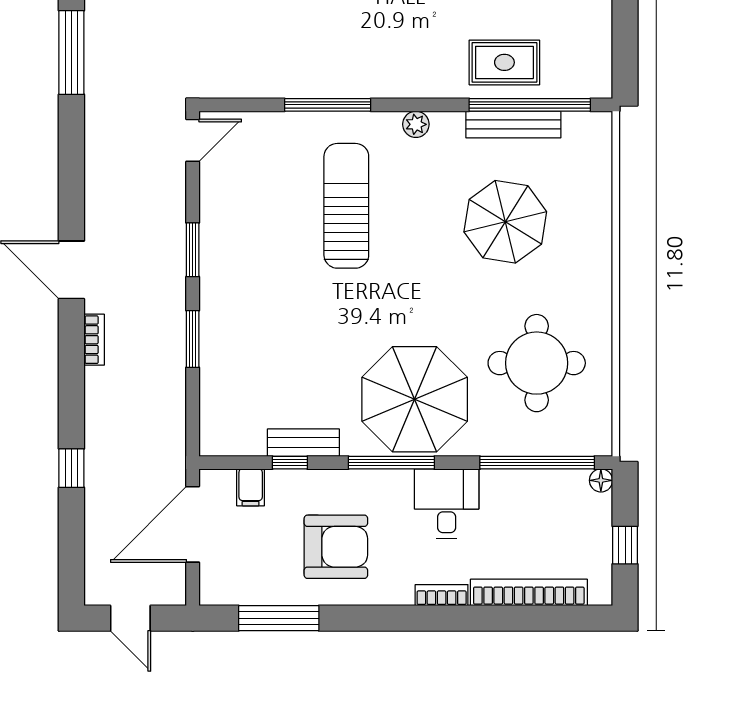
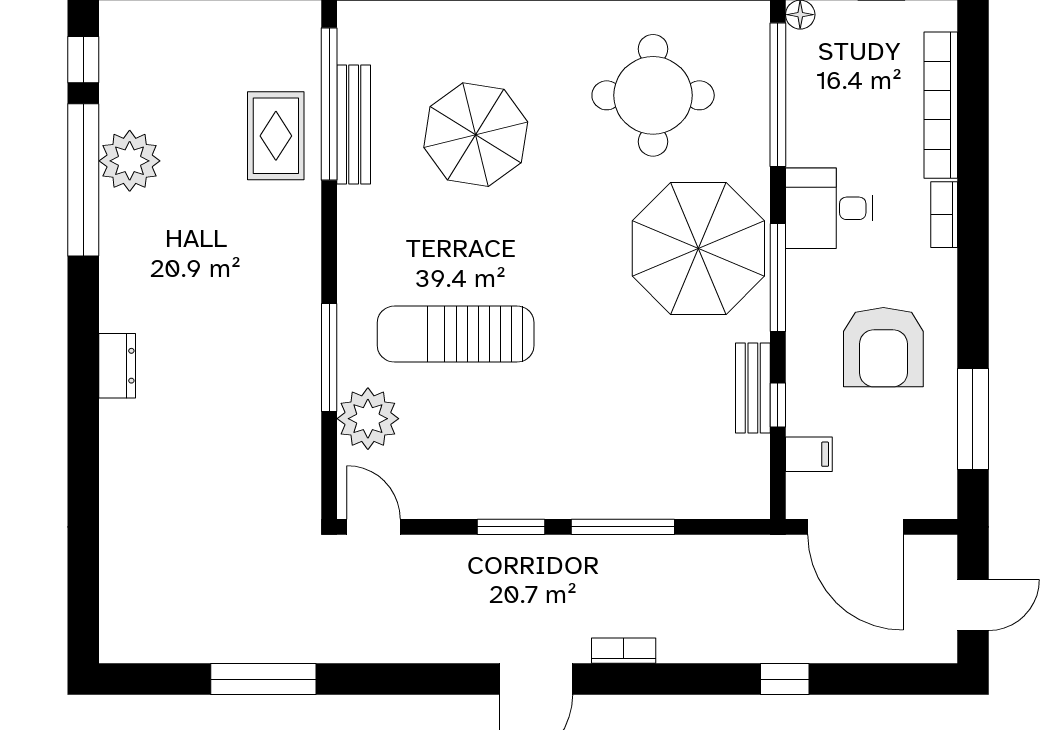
plant: (416, 124) -> (368, 419), moved, width x1.88, depth x1.88
window: (193, 339) -> (623, 527), width x1.44
armchair: (336, 547) -> (883, 347), turned 180

